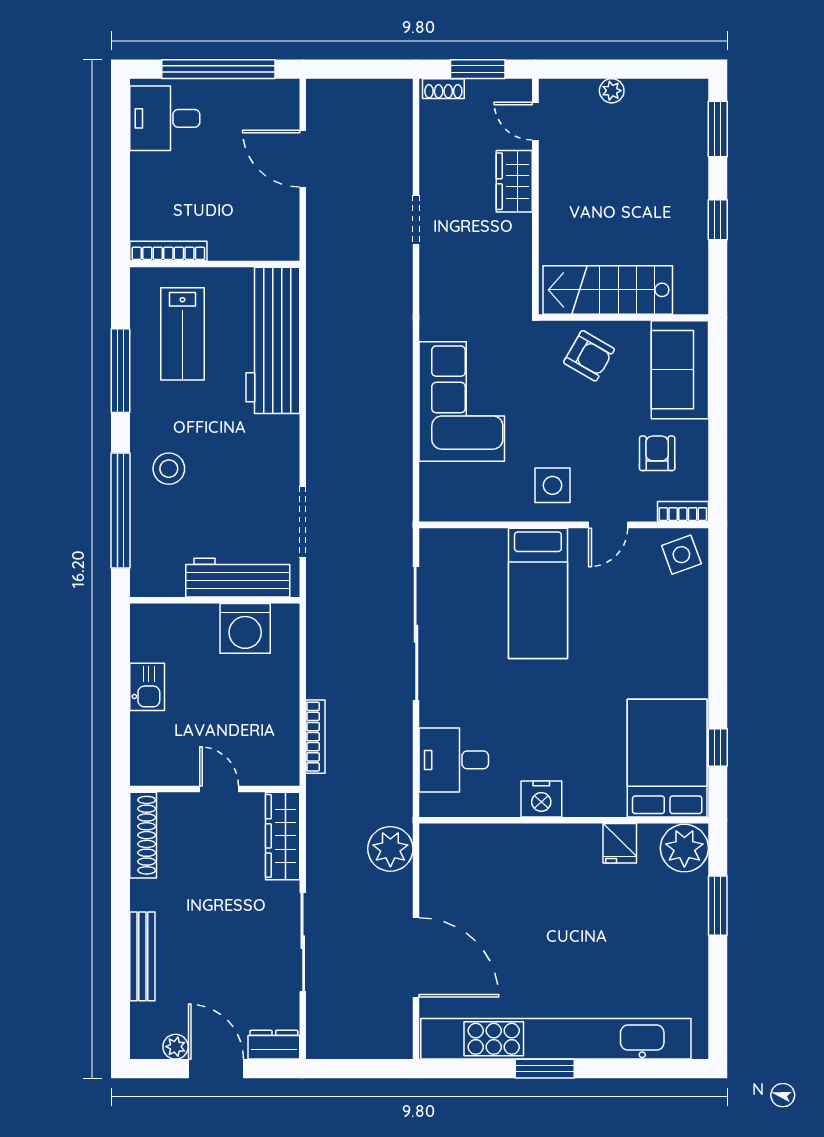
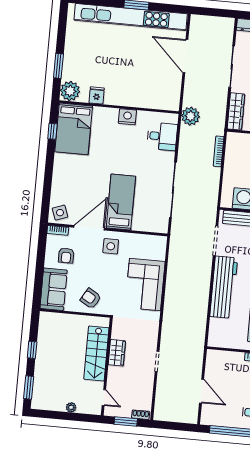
wardrobe: (514, 181) -> (117, 353), moved
stairs: (608, 290) -> (96, 353), moved, turned 90
workbench: (273, 340) -> (224, 287), moved
door: (608, 525) -> (89, 228), width x1.88
plant: (390, 849) -> (191, 116), moved

